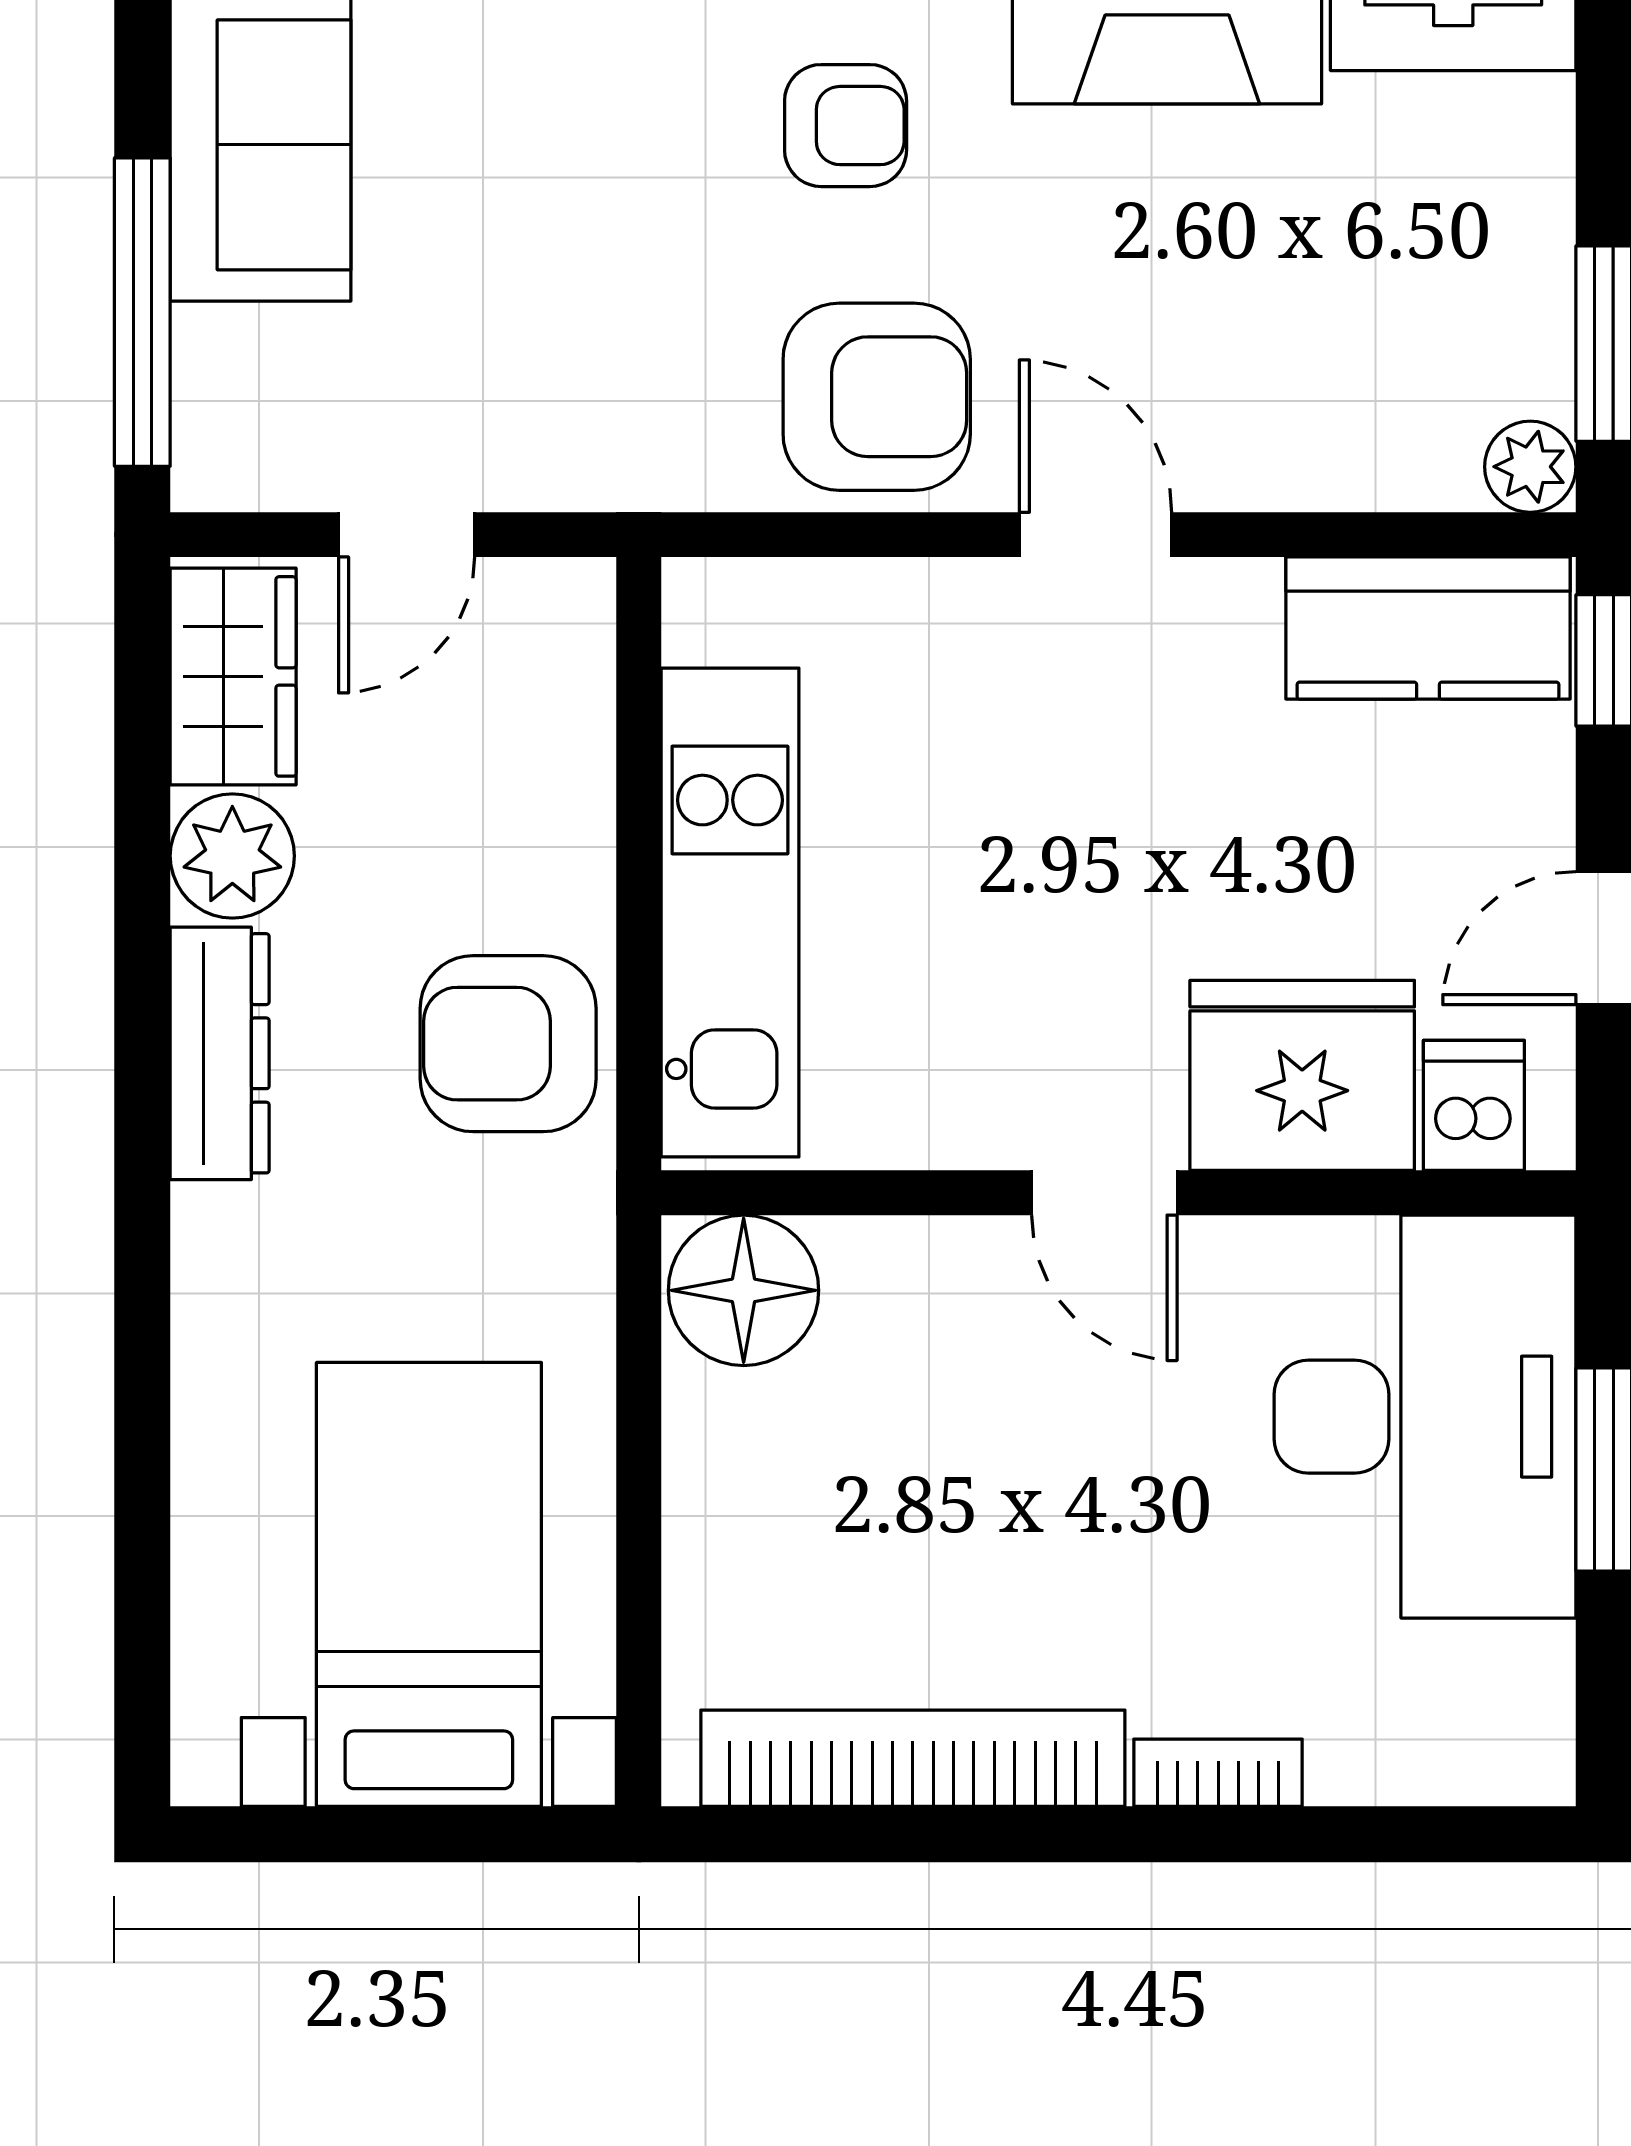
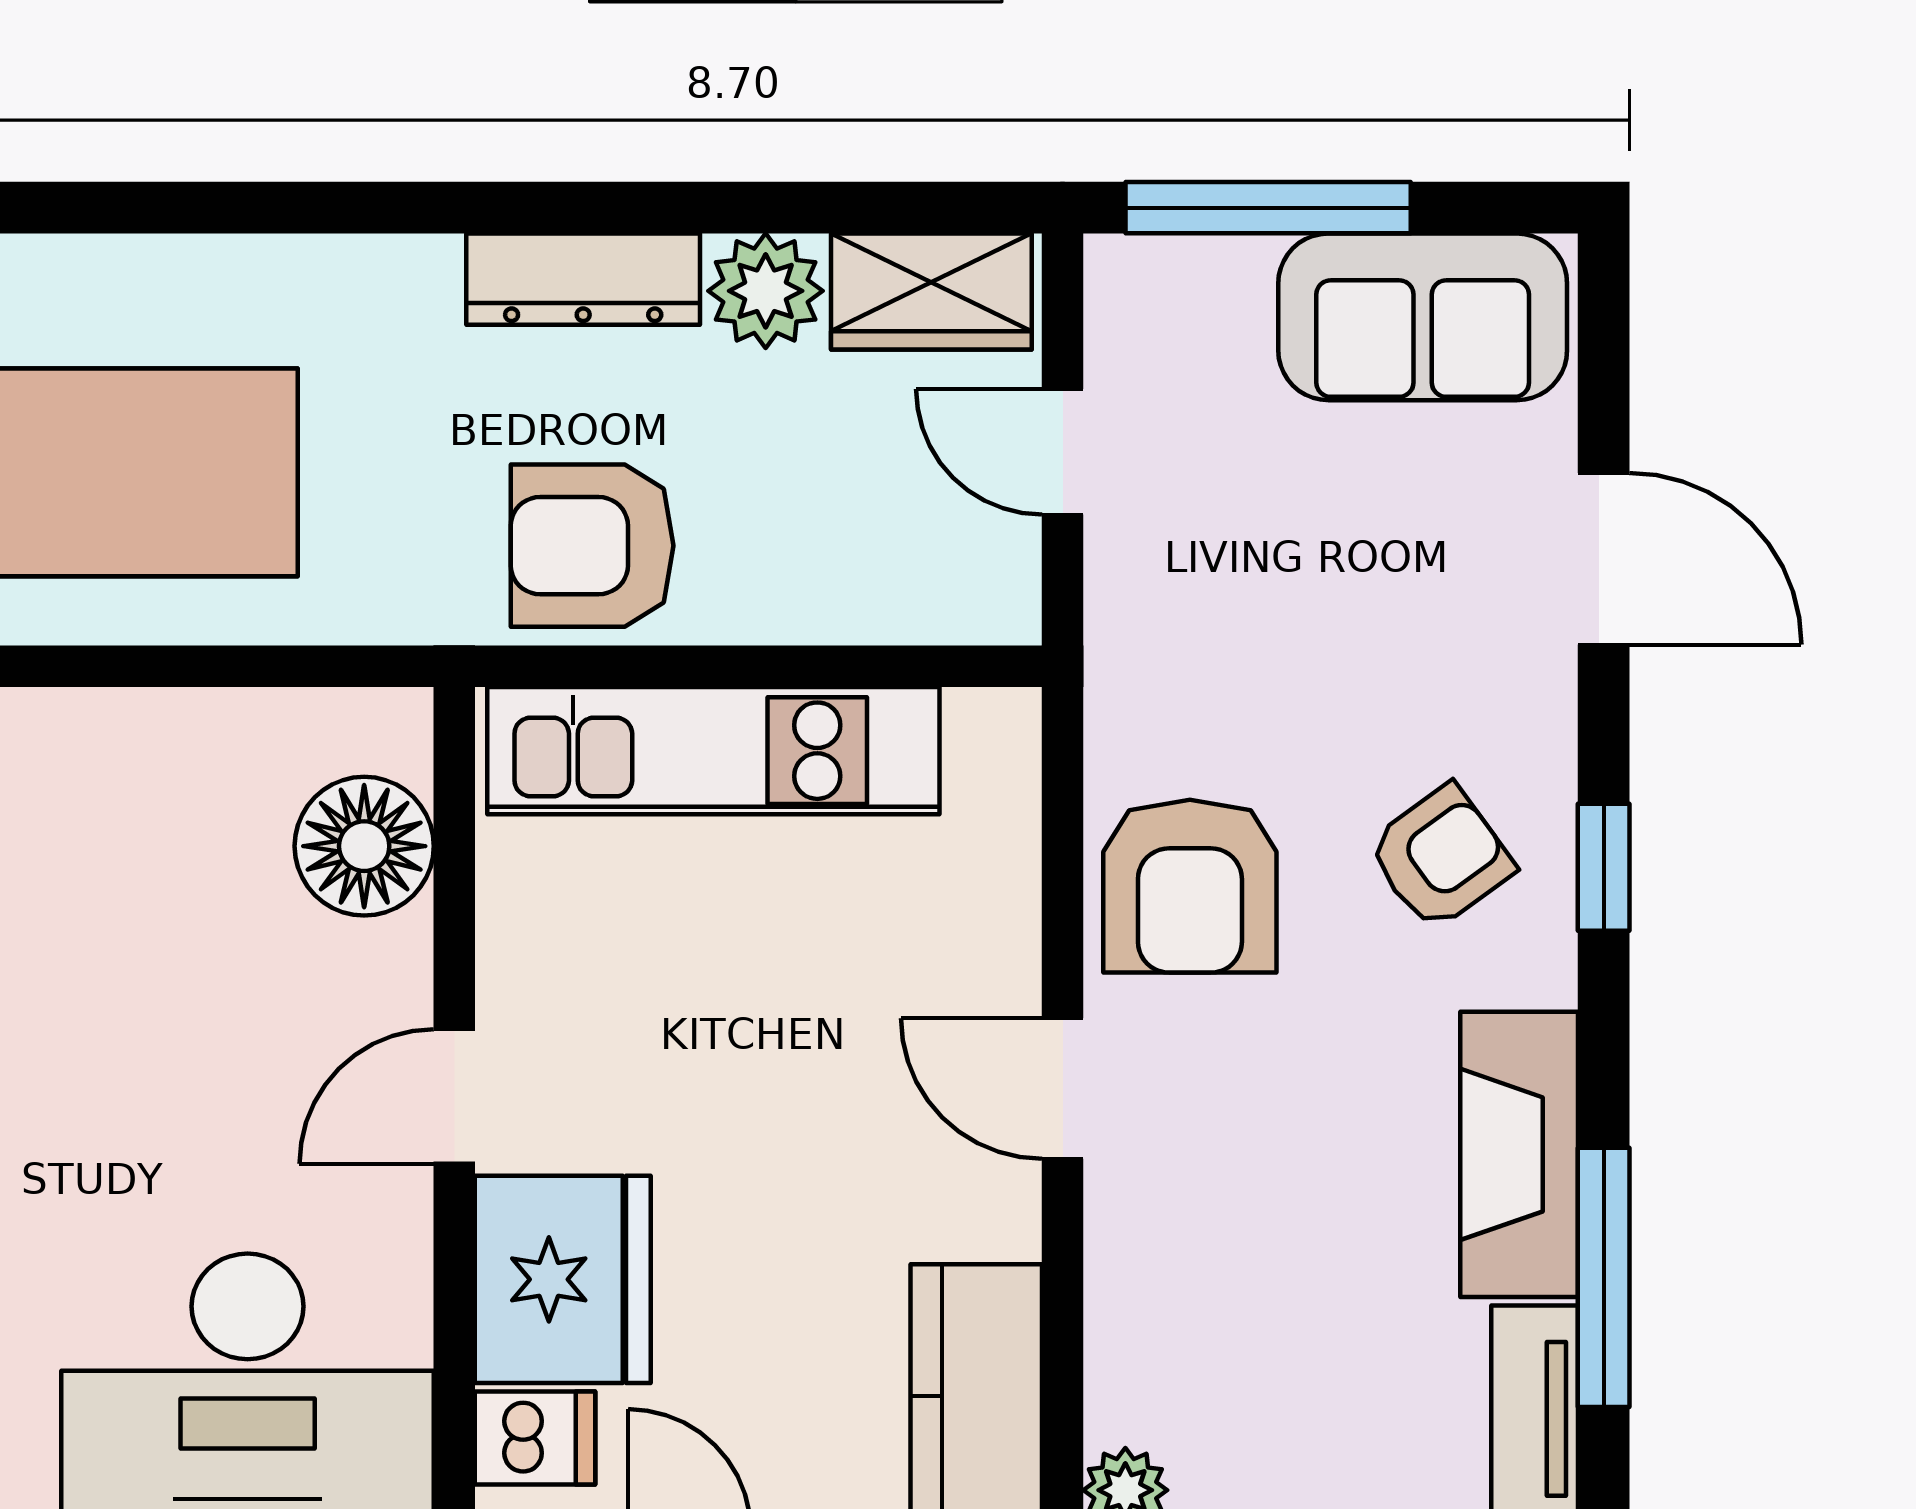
armchair: (846, 126) -> (1441, 857), turned -126
door: (1096, 535) -> (1063, 1088), swing flipped
armchair: (508, 1044) -> (592, 546), turned -90
floor lamp: (744, 1290) -> (364, 846), moved

